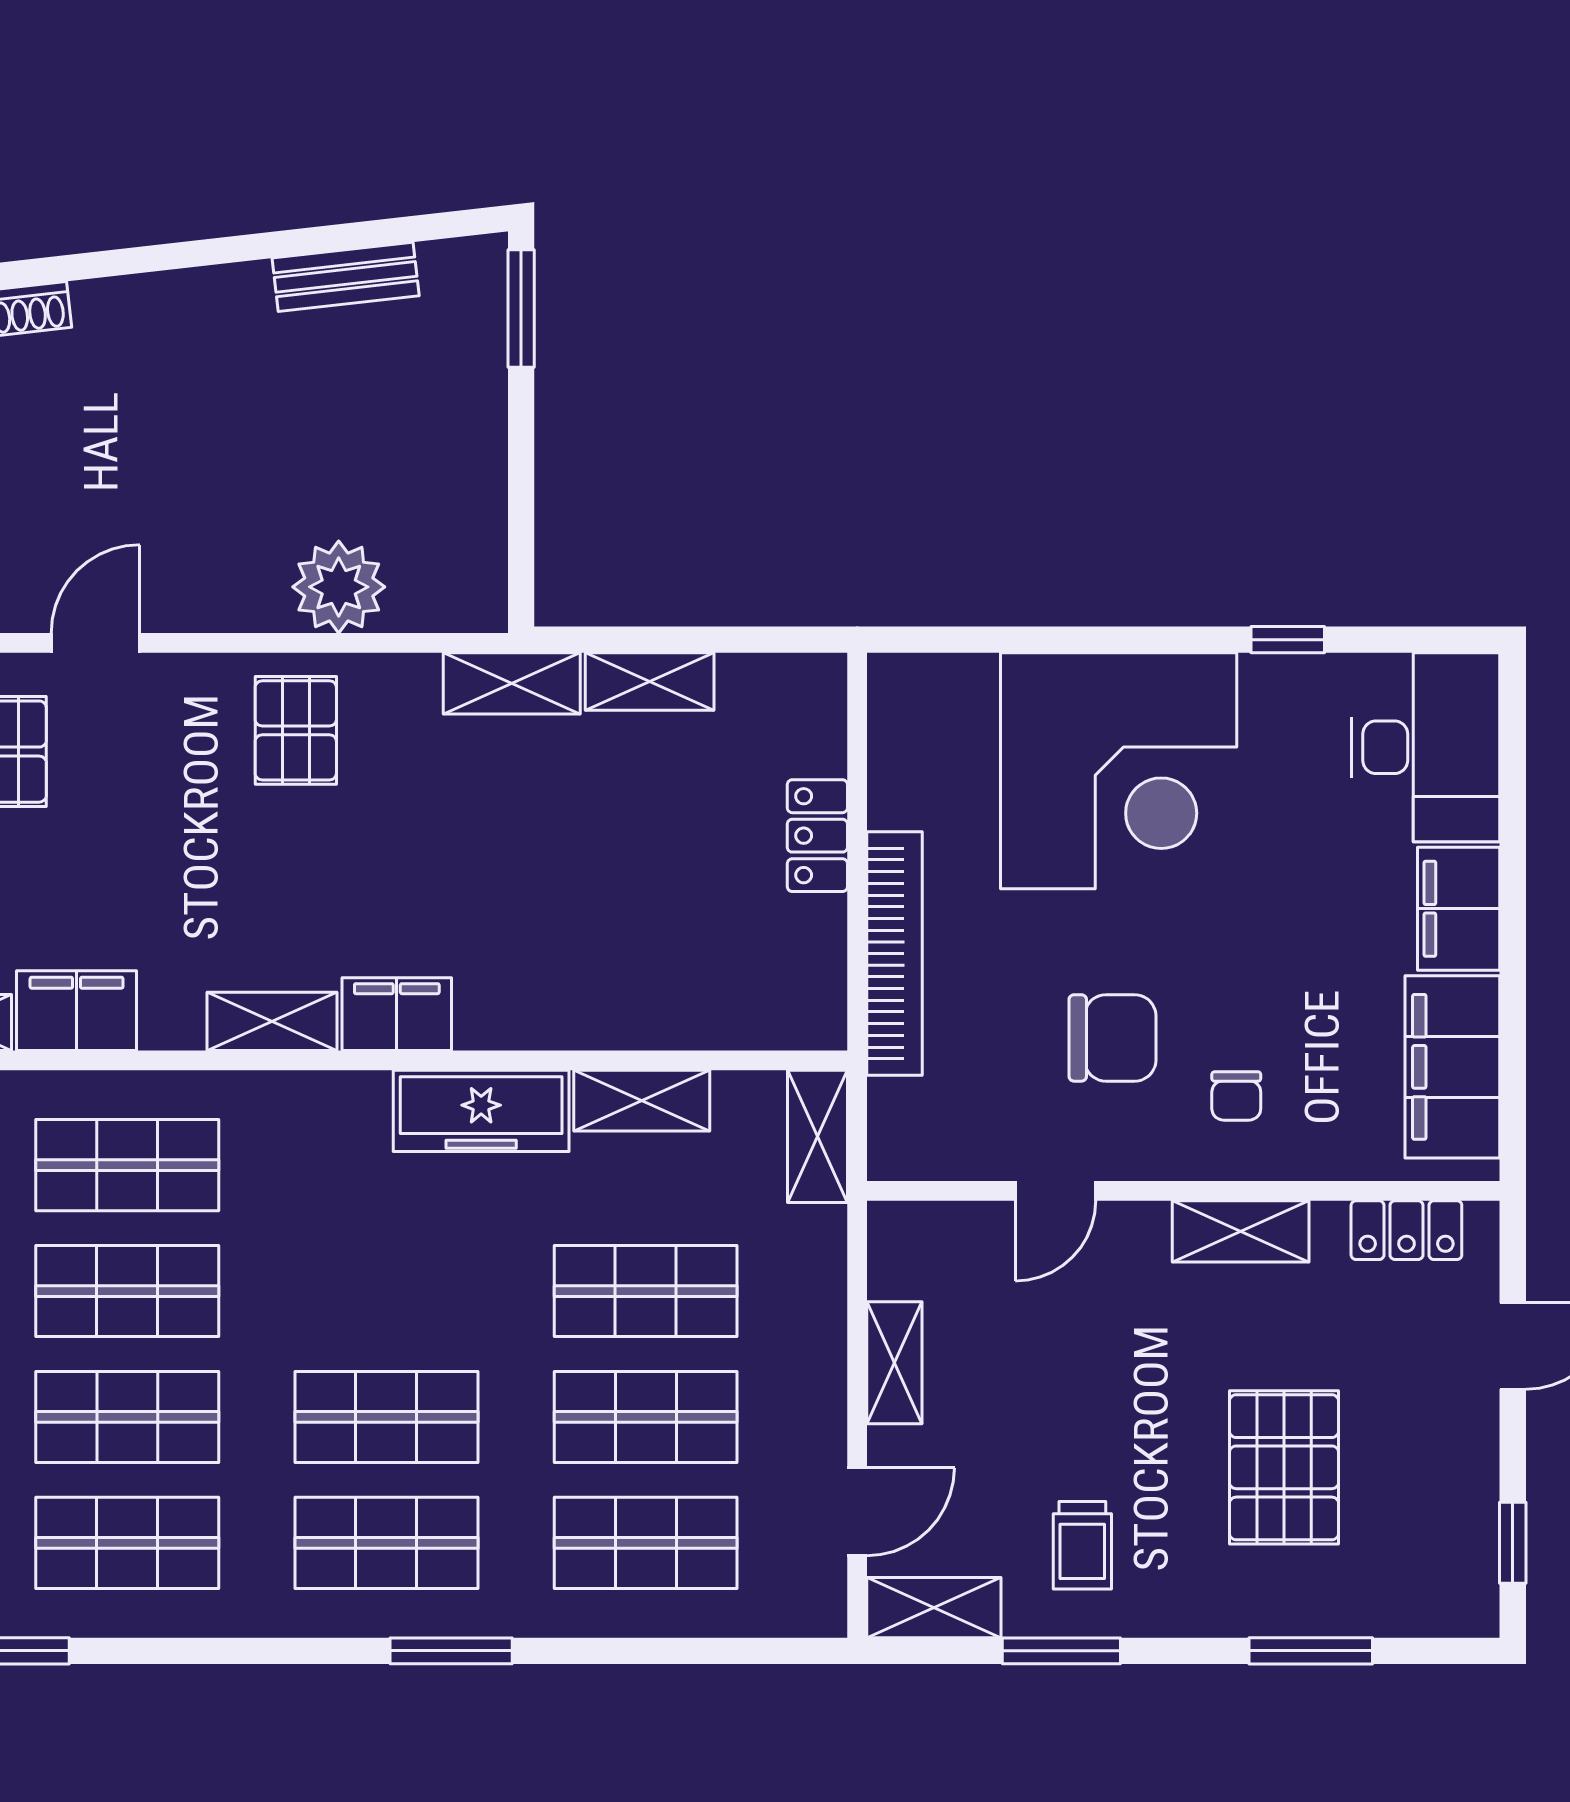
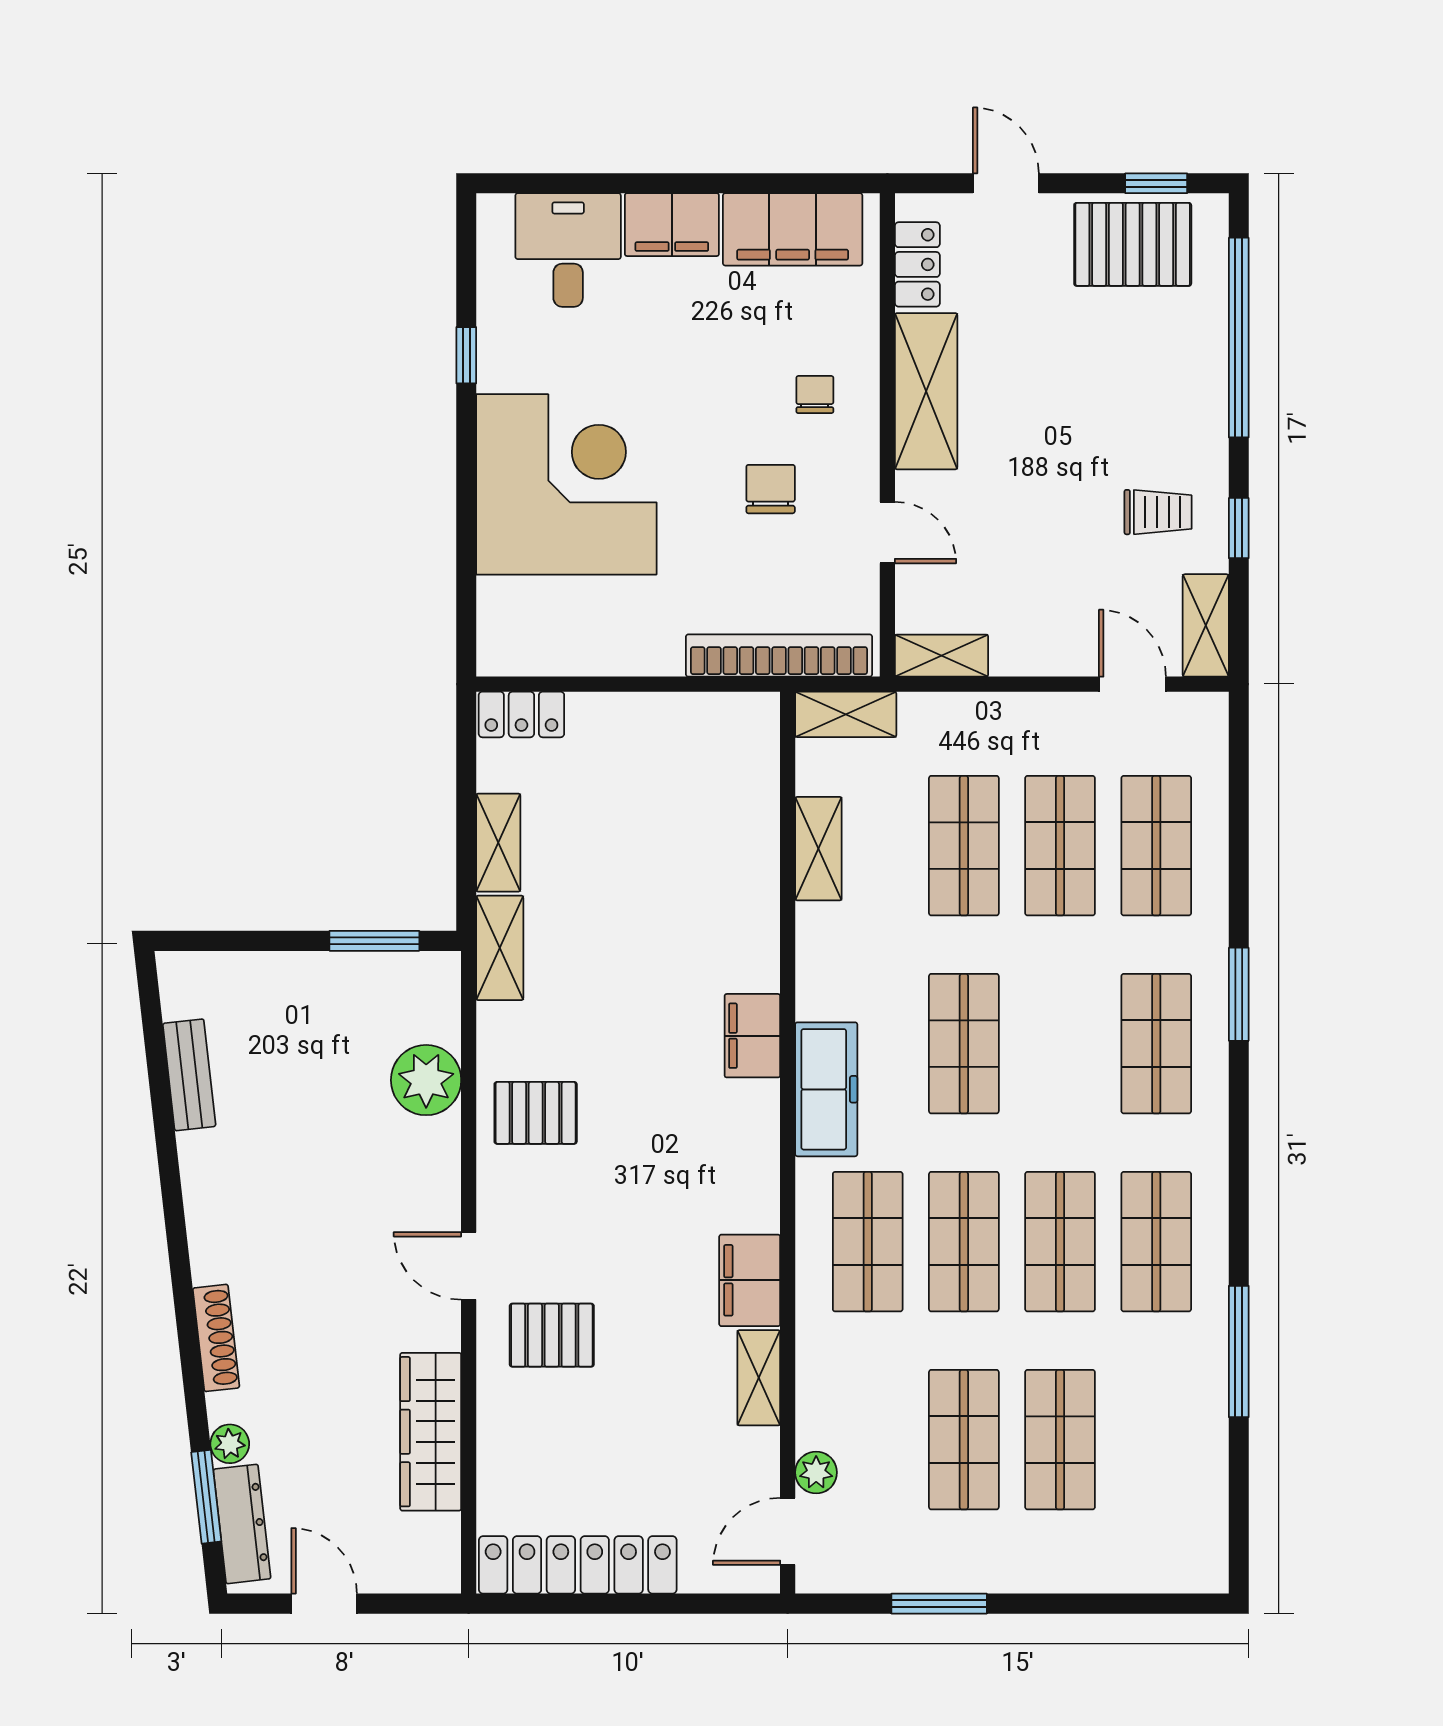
window: (521, 309) -> (374, 941), moved
desk: (1425, 747) -> (568, 250), width x0.73
locker: (817, 836) -> (521, 714), moved
bookcase: (895, 954) -> (779, 656), moved
shelving: (272, 1021) -> (758, 1131), removed
chair: (1112, 1038) -> (771, 489), width x0.73, depth x0.73
chair: (1236, 1096) -> (815, 394), turned -90
freezer: (481, 1111) -> (826, 1089), moved
shelving: (1241, 1231) -> (926, 391), width x1.50, depth x1.33
shelving: (894, 1363) -> (942, 656), moved
shop shelf: (386, 1417) -> (964, 1044), moved
pallet: (1284, 1467) -> (1133, 244), moved
window: (1061, 1651) -> (1239, 528), width x0.67
window: (1311, 1651) -> (1239, 338), width x2.11

